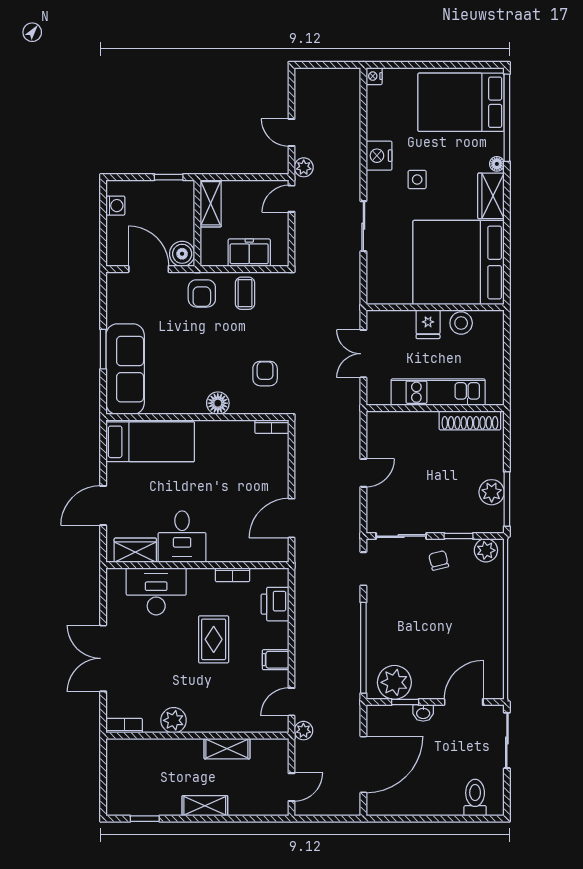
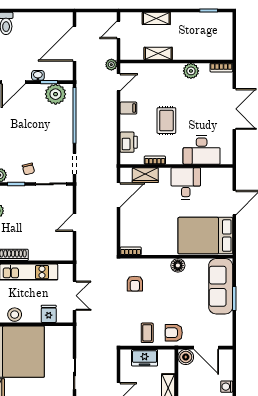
armchair: (202, 293) -> (174, 333), turned -90
fridge: (428, 324) -> (49, 314), moved
floor lamp: (218, 403) -> (178, 265), moved
bed: (150, 442) -> (205, 236), width x1.50
wardrobe: (135, 550) -> (145, 175), moved
shelving: (205, 806) -> (156, 18), moved

